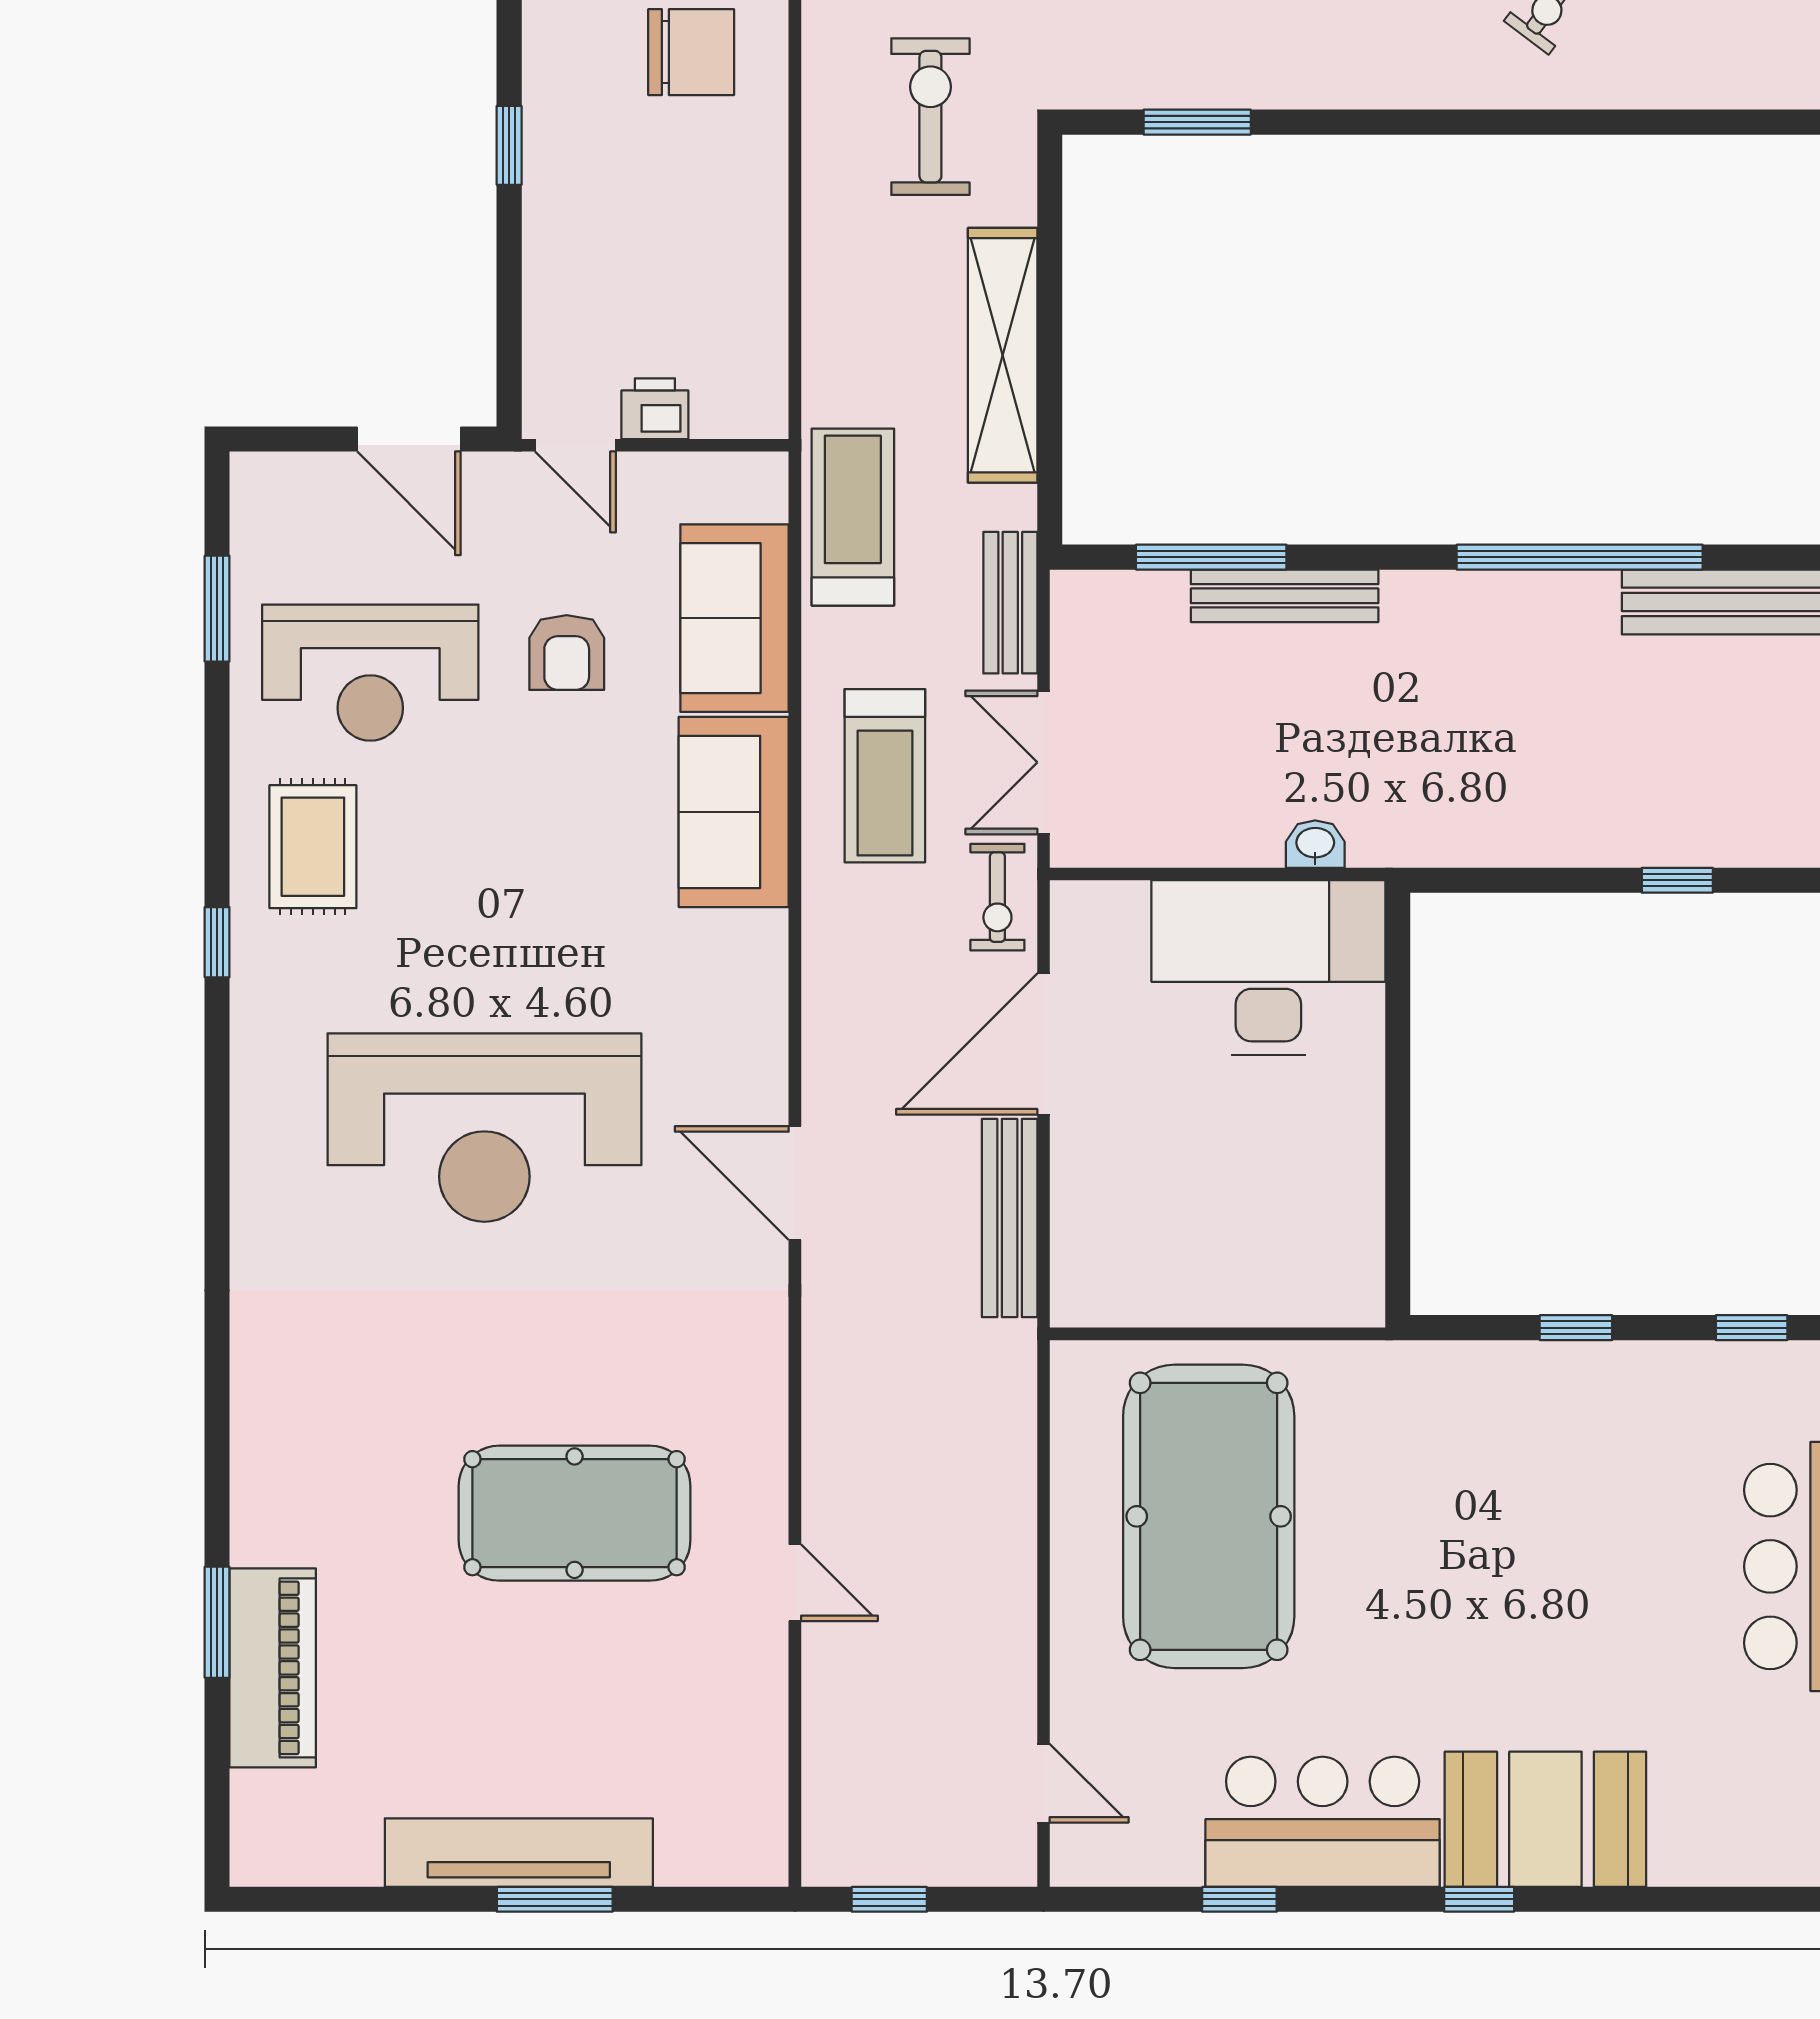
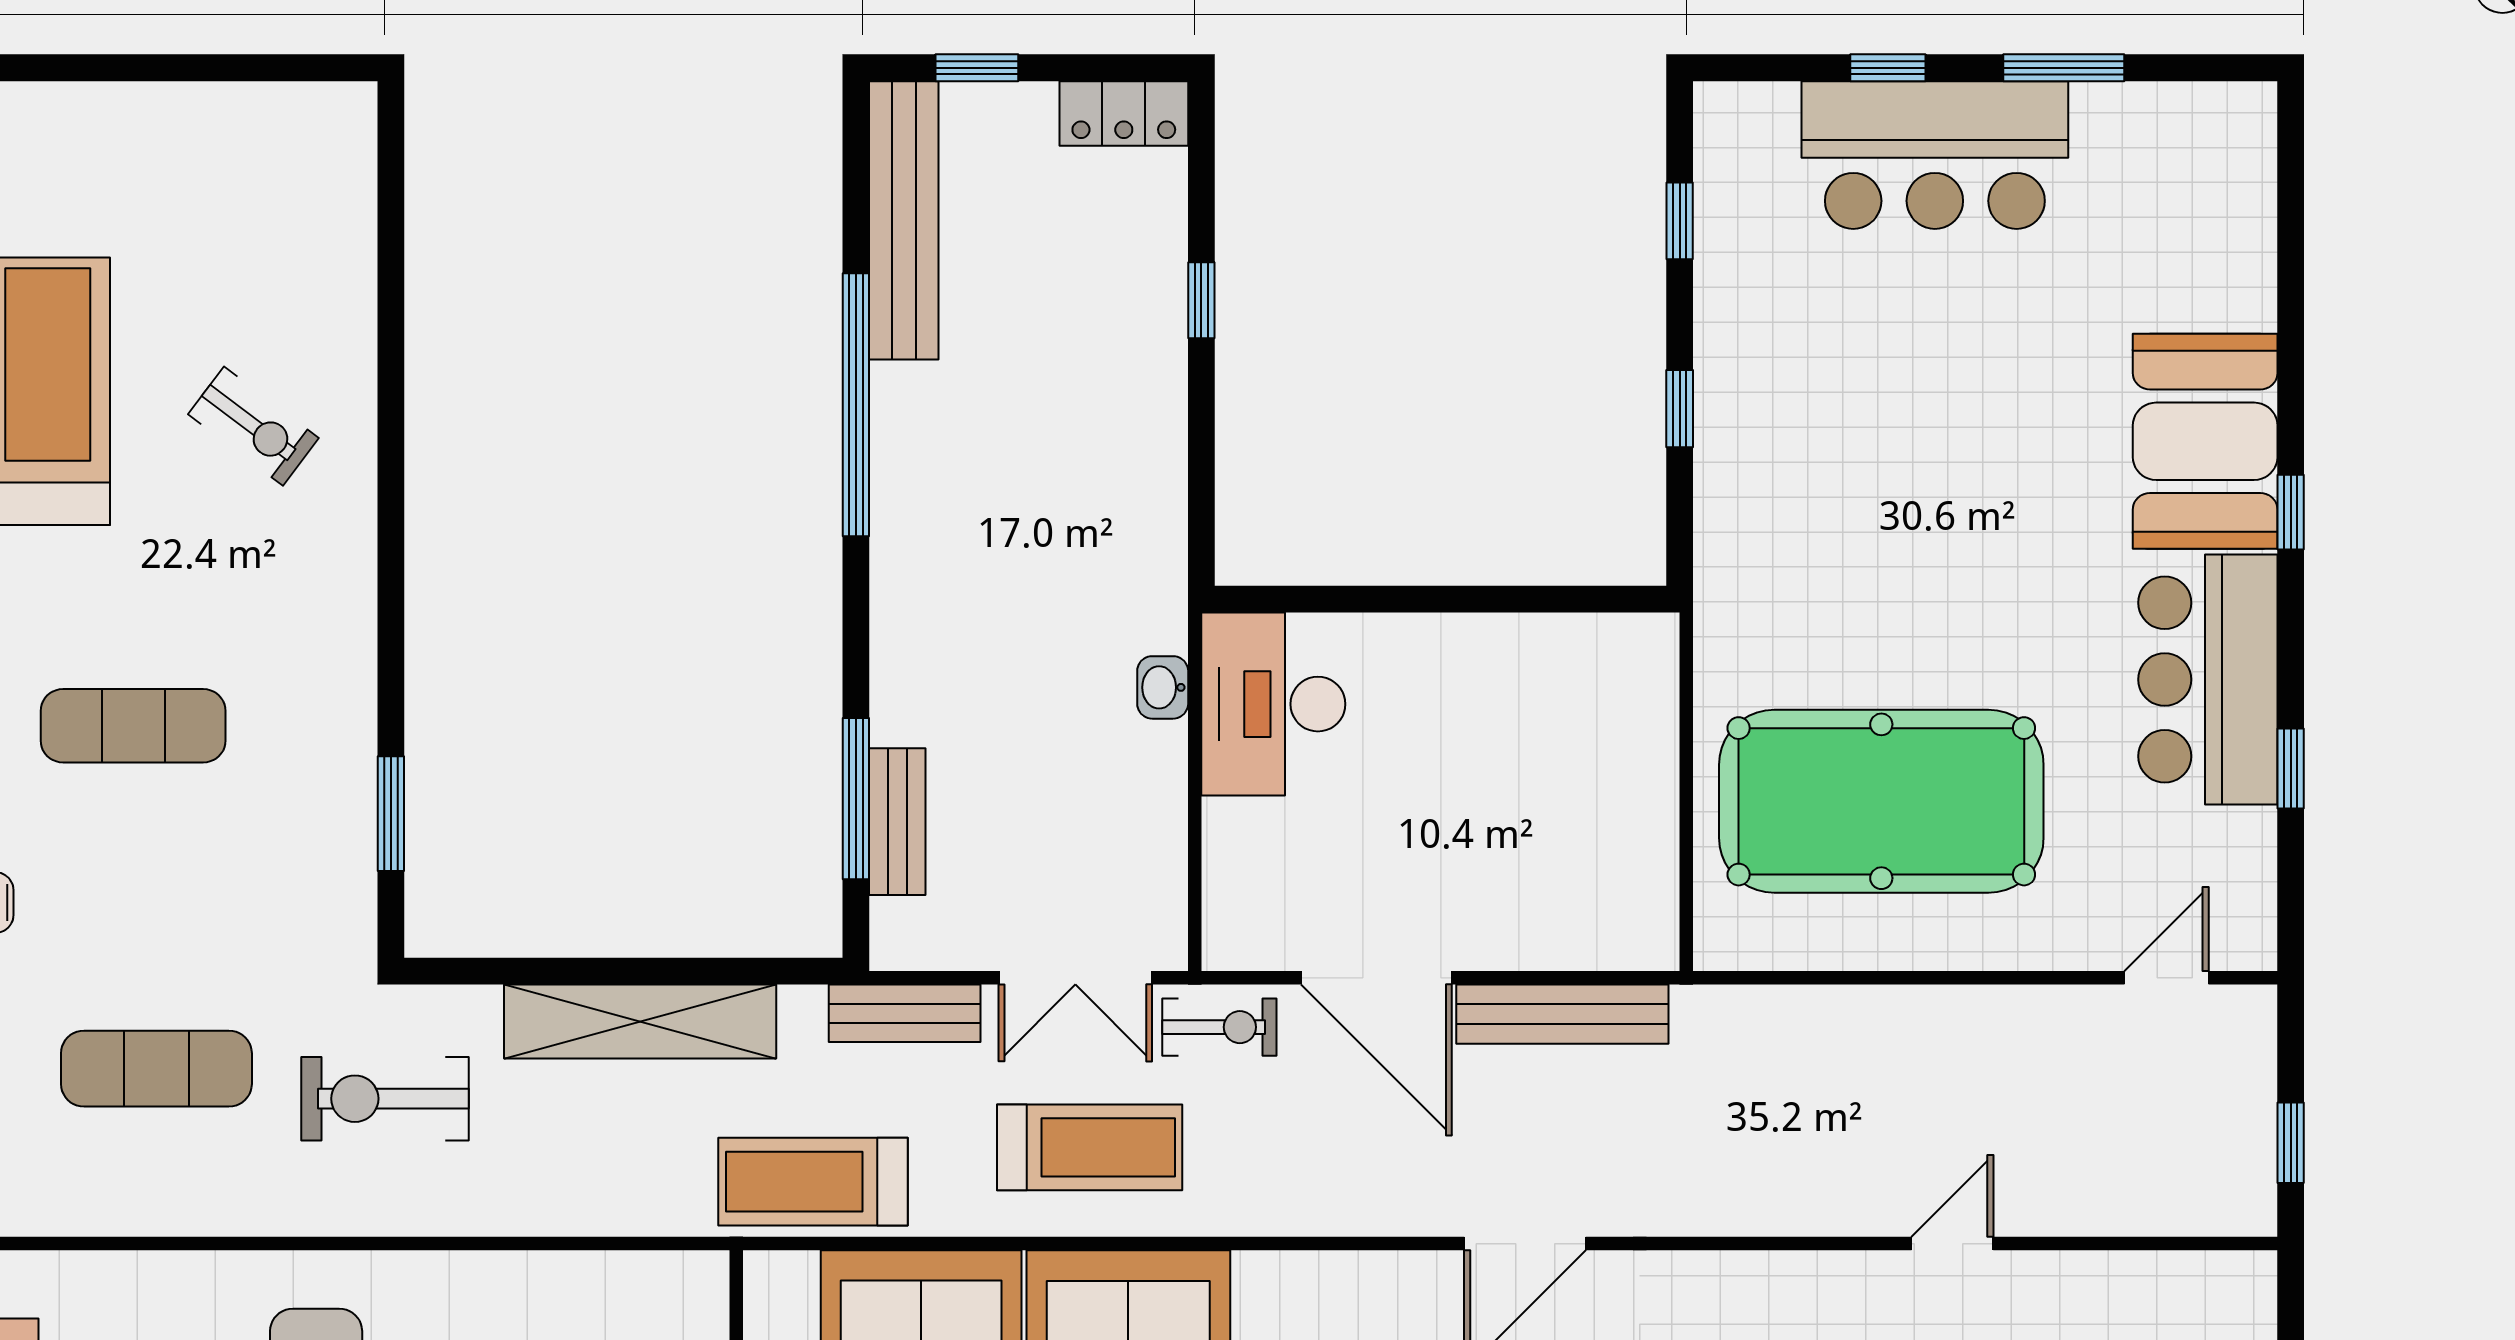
bench: (1285, 596) -> (897, 822), moved, width x0.73
desk: (1268, 968) -> (1273, 704), width x0.73, depth x0.77

